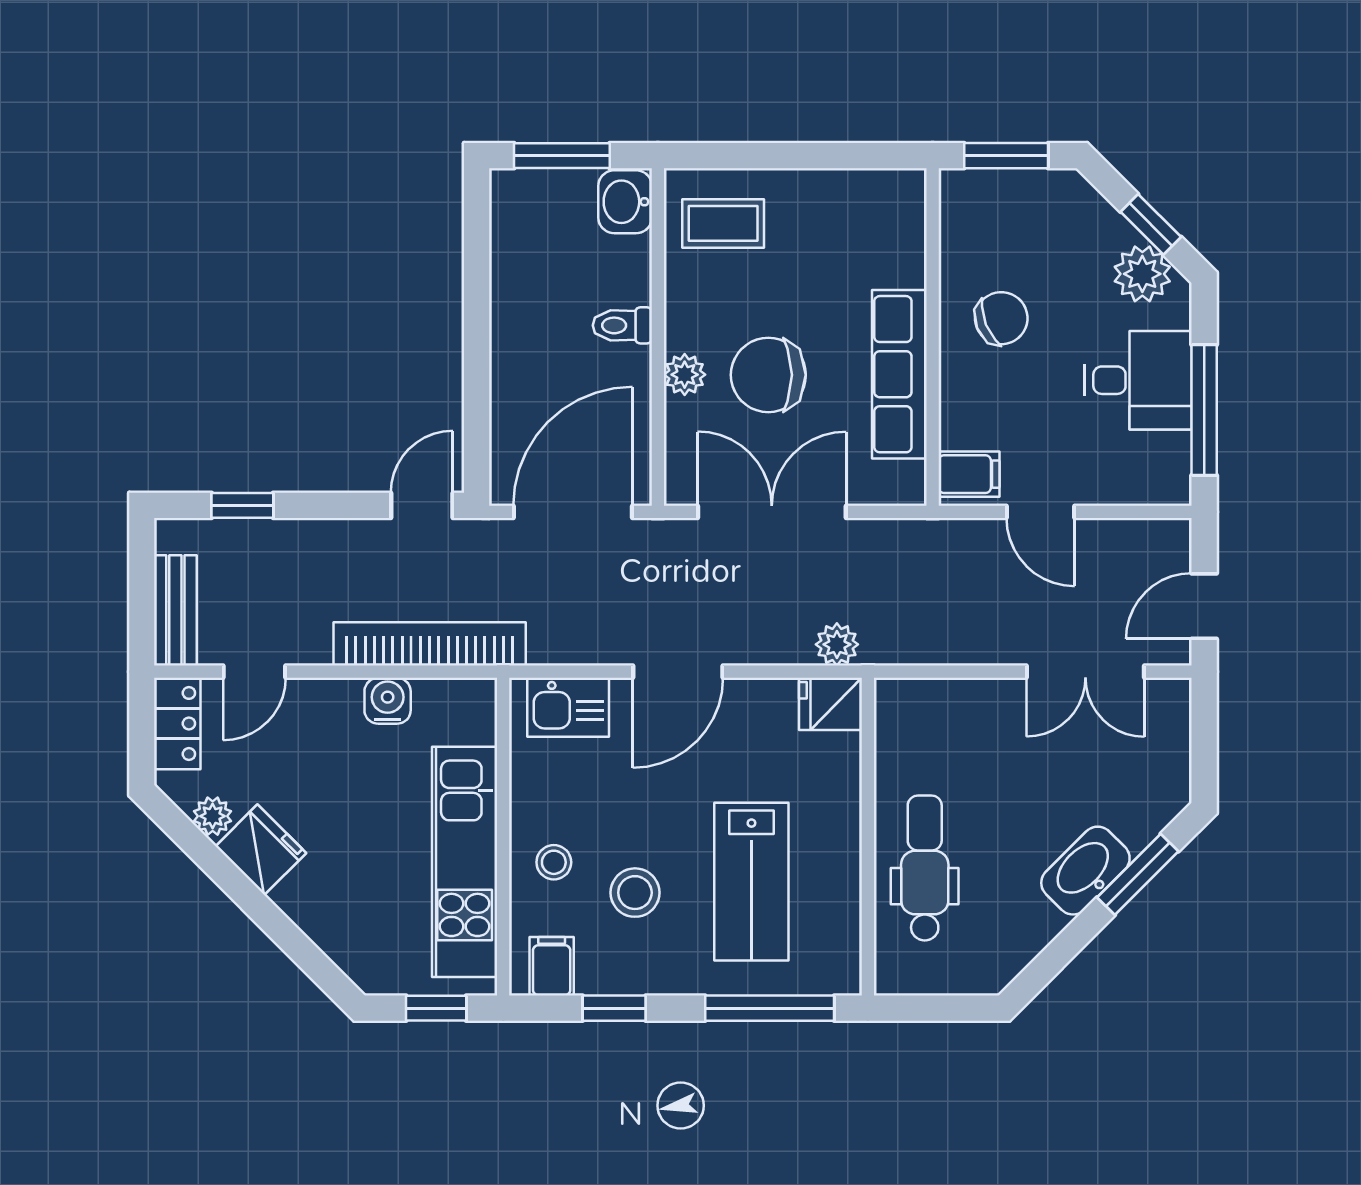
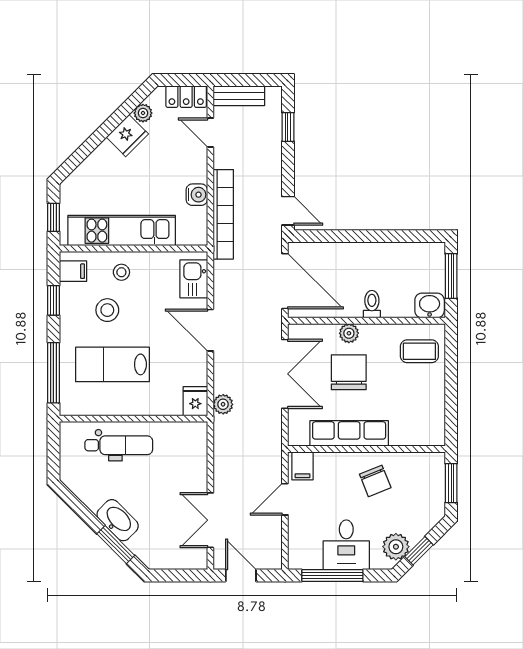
coffee table: (723, 223) -> (419, 351), turned 90

